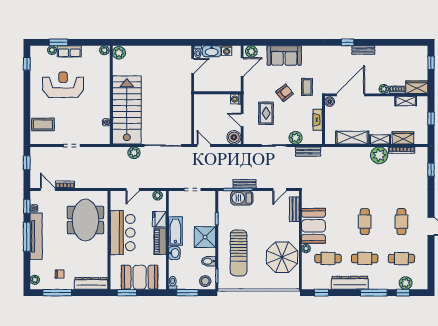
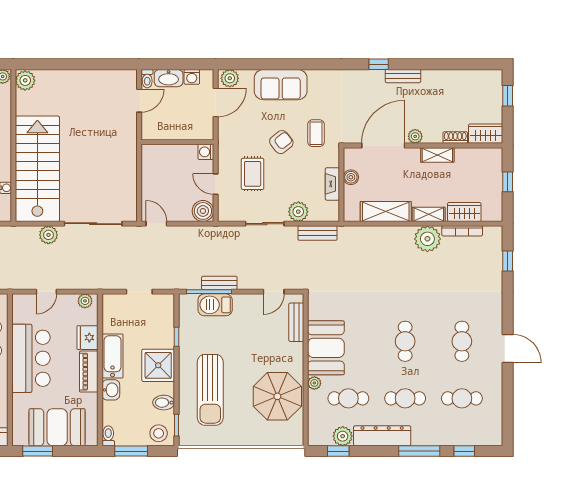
plant: (384, 89) -> (415, 136), moved
shelving: (406, 101) -> (437, 155), moved
boiler: (330, 102) -> (351, 177), moved
plant: (406, 283) -> (343, 436), moved

